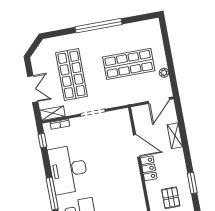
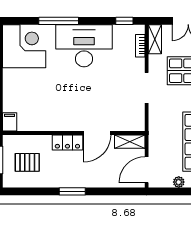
door: (159, 100) -> (147, 170), hinge flipped
shelving: (175, 136) -> (130, 142), moved
window: (192, 183) -> (72, 191), moved

